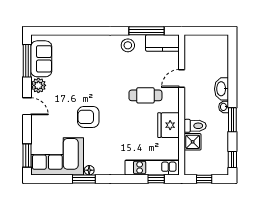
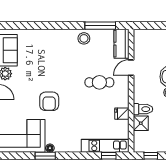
kitchen counter: (162, 43) -> (122, 44), moved, turned 90
armchair: (88, 117) -> (49, 101), turned -90
fridge: (168, 125) -> (122, 114), width x0.53, depth x0.75

